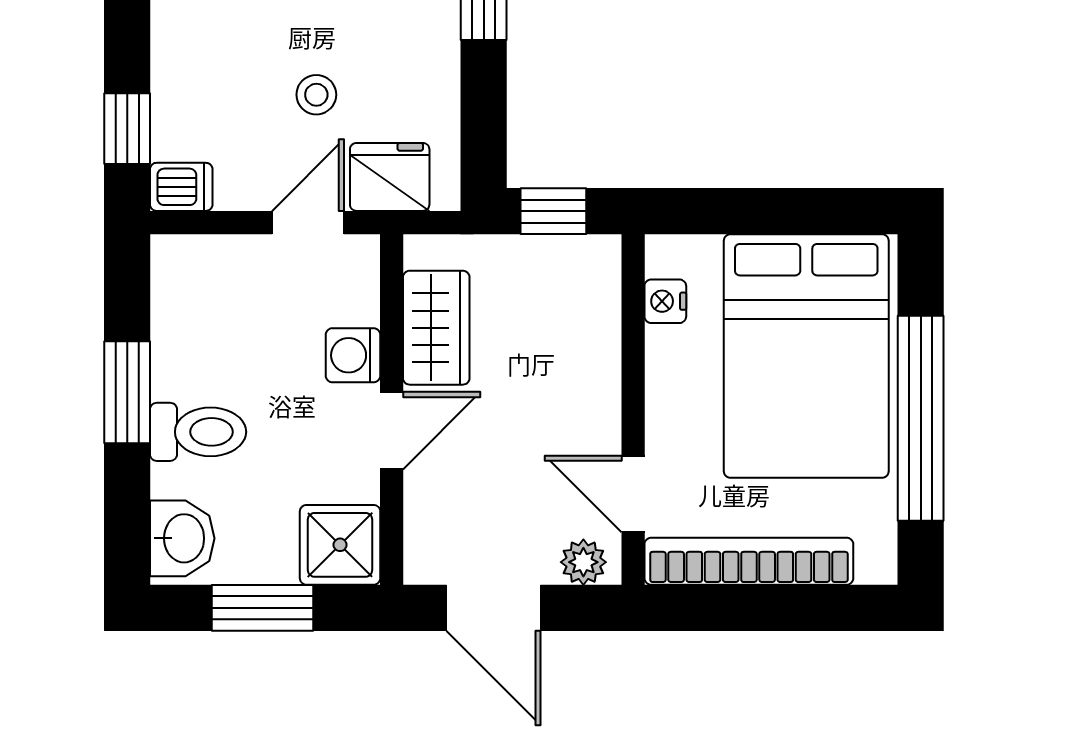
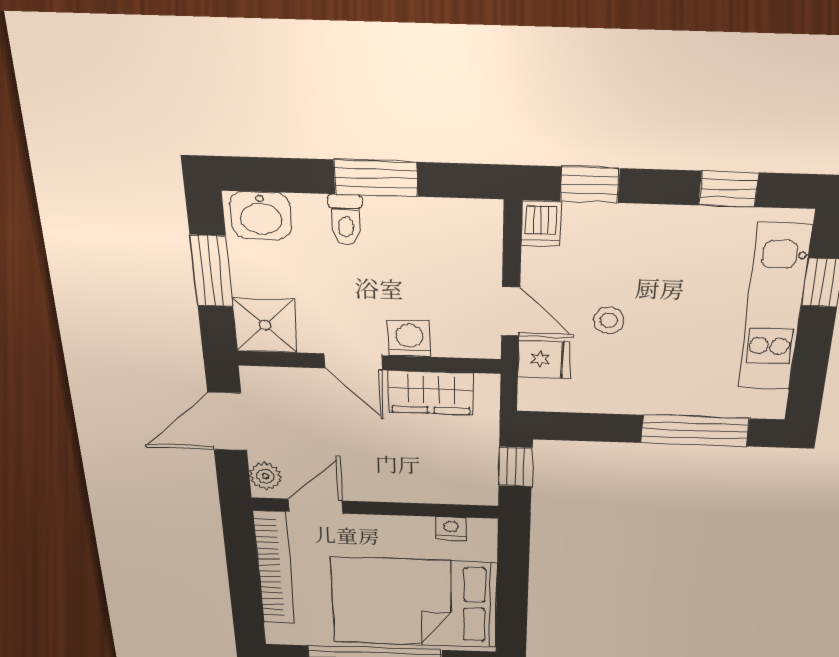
fridge: (390, 177) -> (544, 360), width x0.72
toilet: (198, 432) -> (346, 220), width x0.73, depth x0.72

